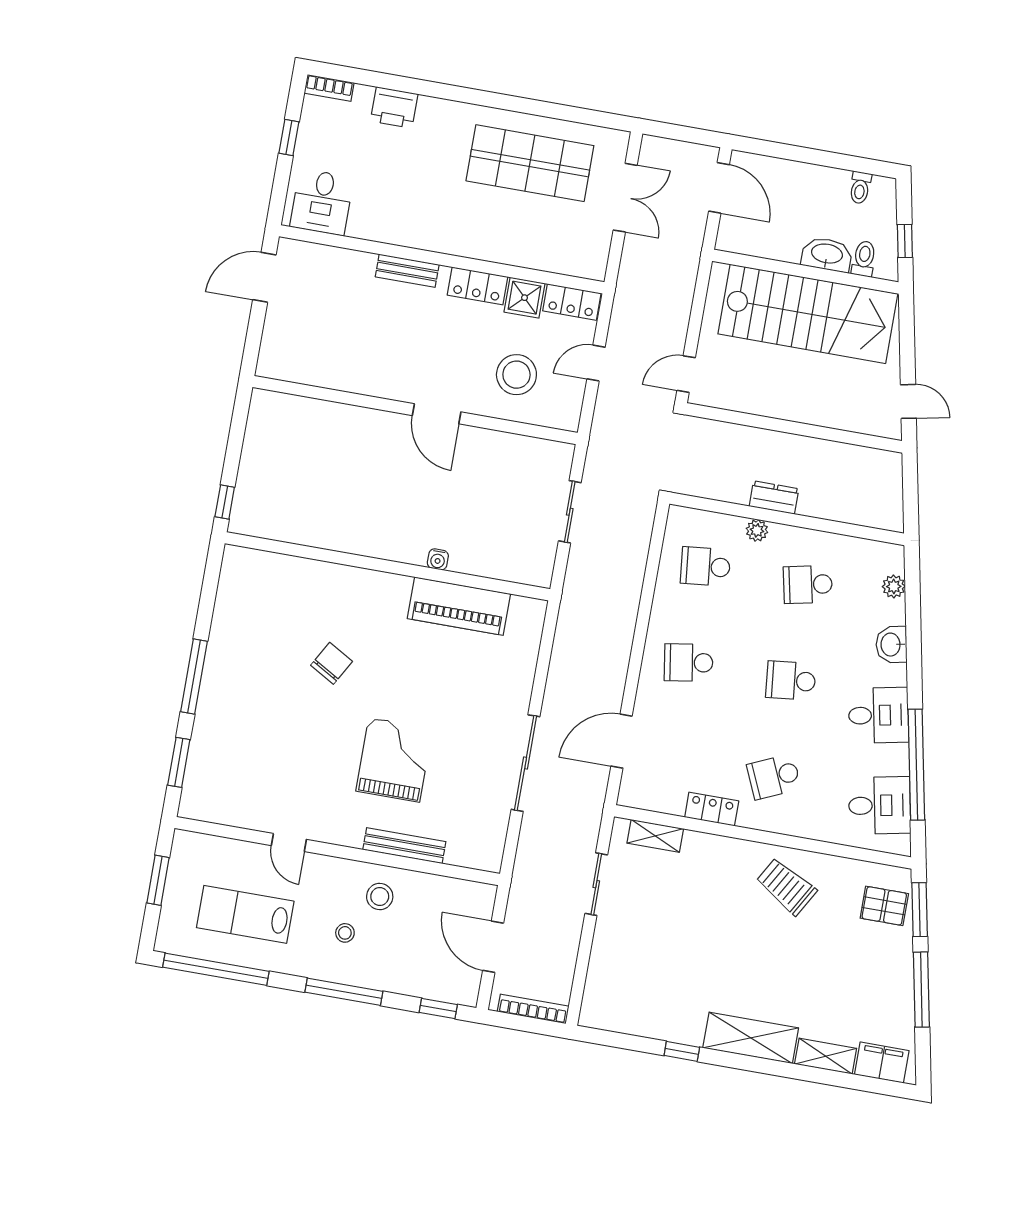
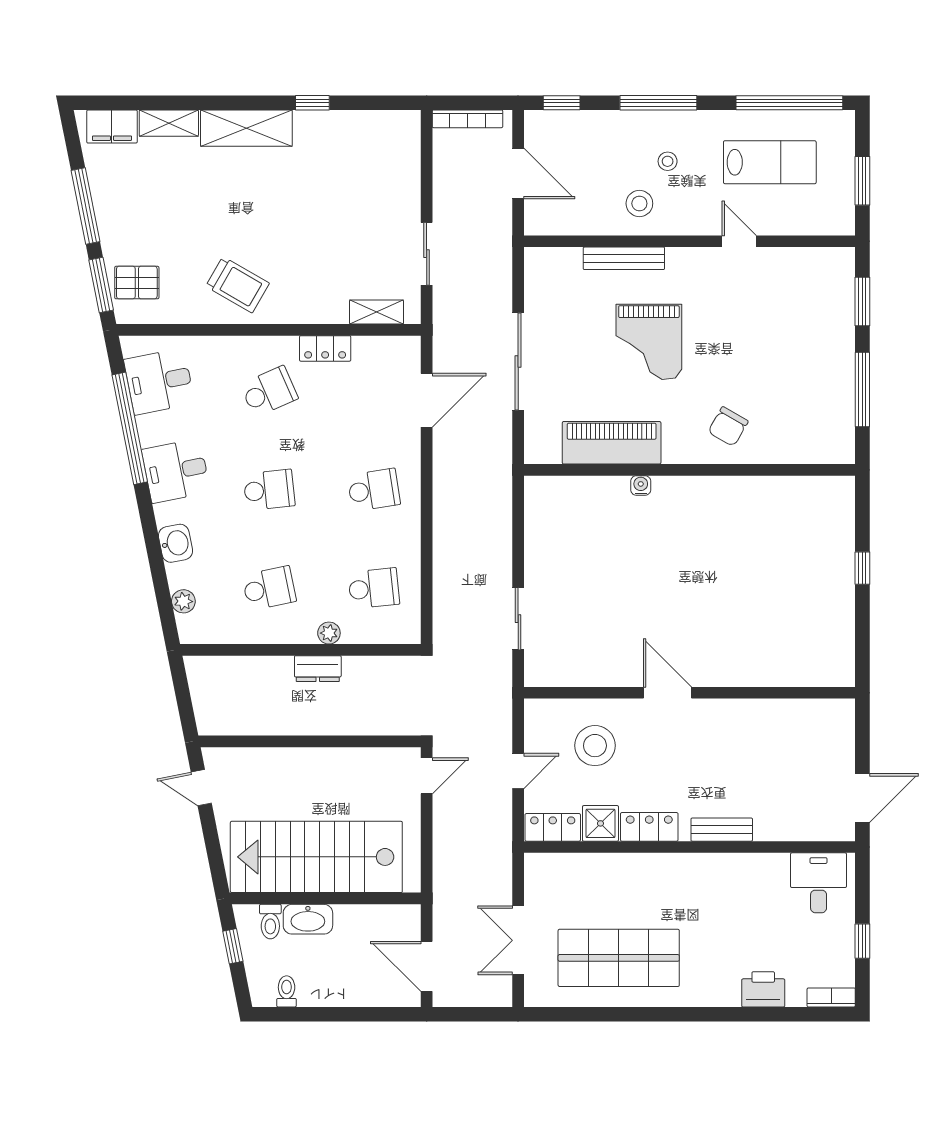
water cooler: (438, 559) -> (641, 486), moved
wall: (387, 566) -> (689, 470), moved
piano: (459, 606) -> (612, 443), moved

